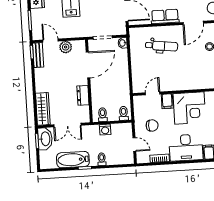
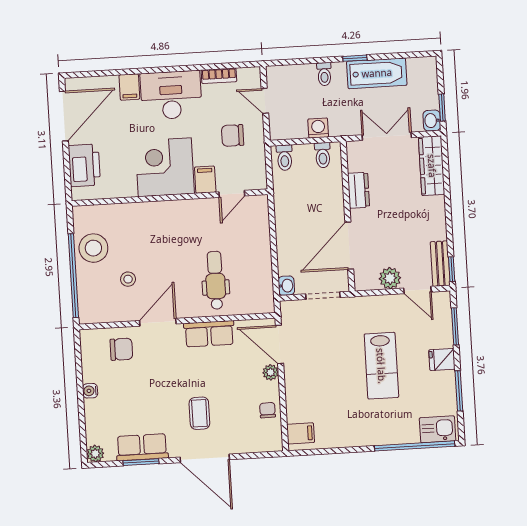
dental chair: (162, 46) -> (215, 280), turned 83
washbasin: (45, 139) -> (432, 121), width x0.52, depth x0.69

